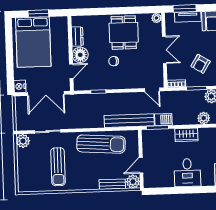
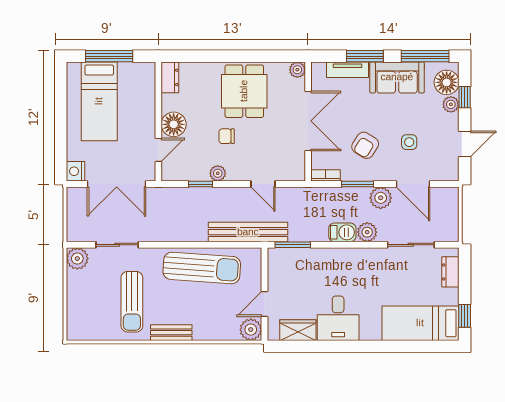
window: (185, 8) -> (365, 56), moved
window: (38, 14) -> (109, 56), width x1.44
dresser: (77, 36) -> (170, 77), moved
bed: (33, 42) -> (99, 101), width x0.67
double door: (164, 50) -> (308, 121), width x1.37
plant: (109, 84) -> (218, 173), added
door: (152, 90) -> (263, 184), moved
barbecue: (163, 120) -> (342, 232), moved
wardrobe: (186, 135) -> (298, 330), moved, turned 180
bench: (112, 184) -> (171, 333), moved

